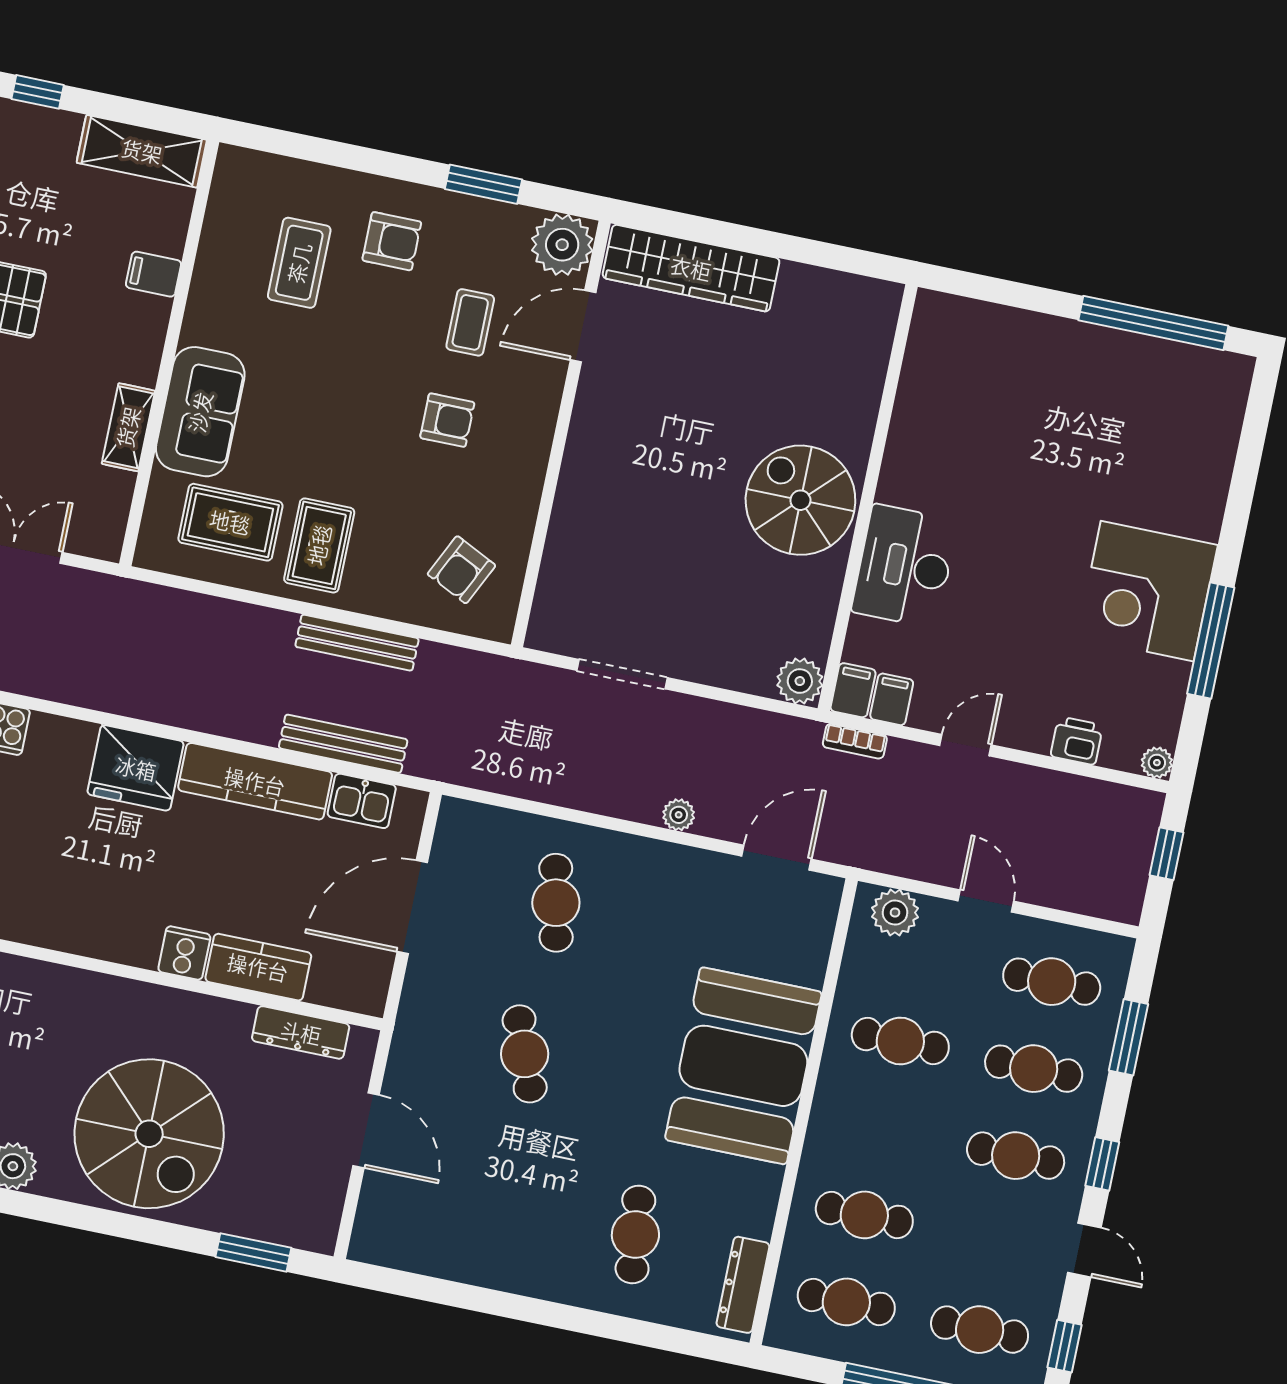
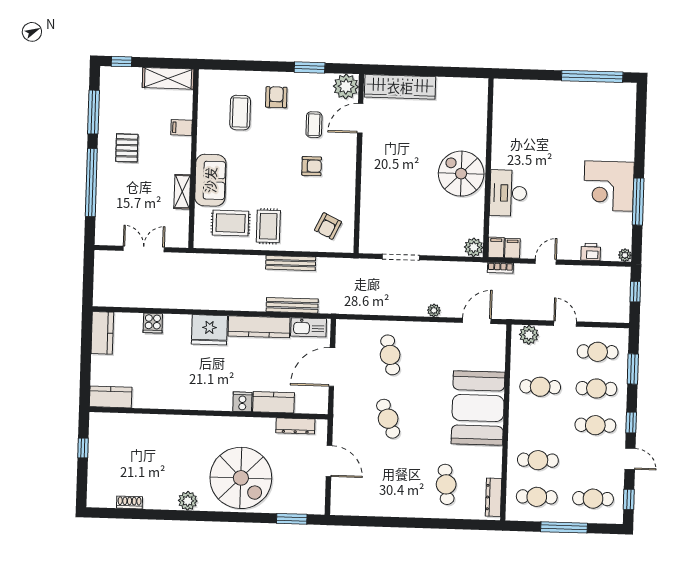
armchair: (392, 241) -> (276, 97), turned -90
kitchen sink: (362, 801) -> (309, 327), width x1.38

